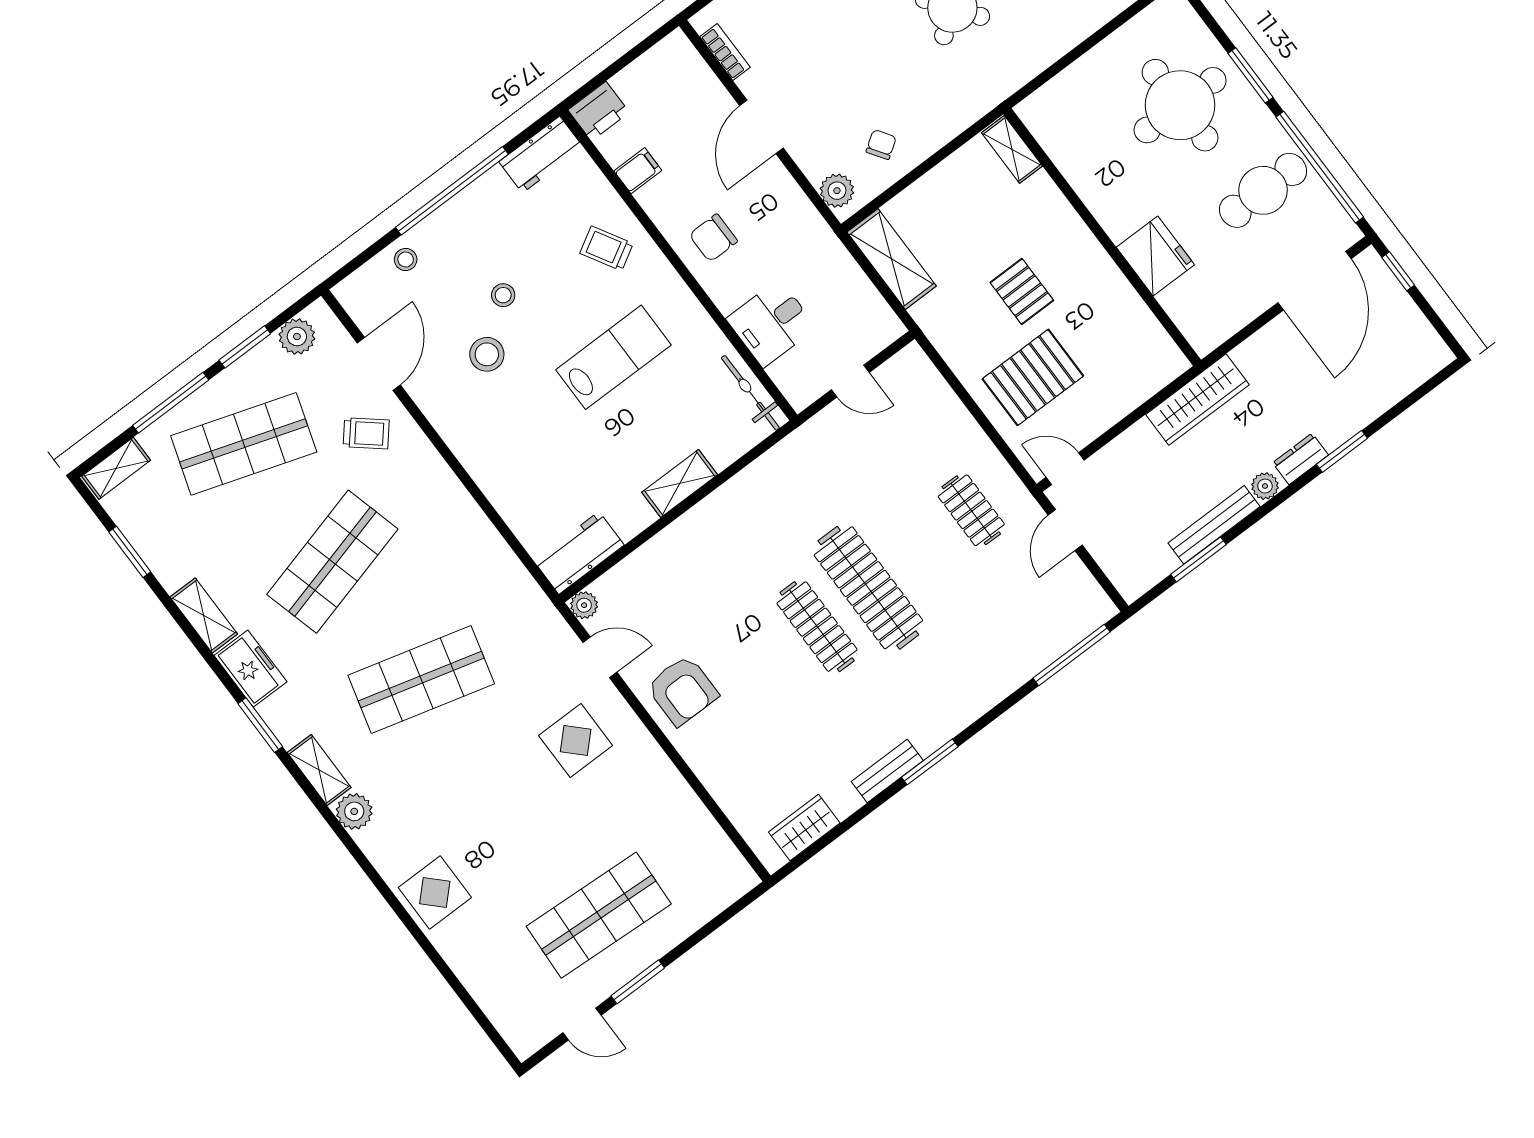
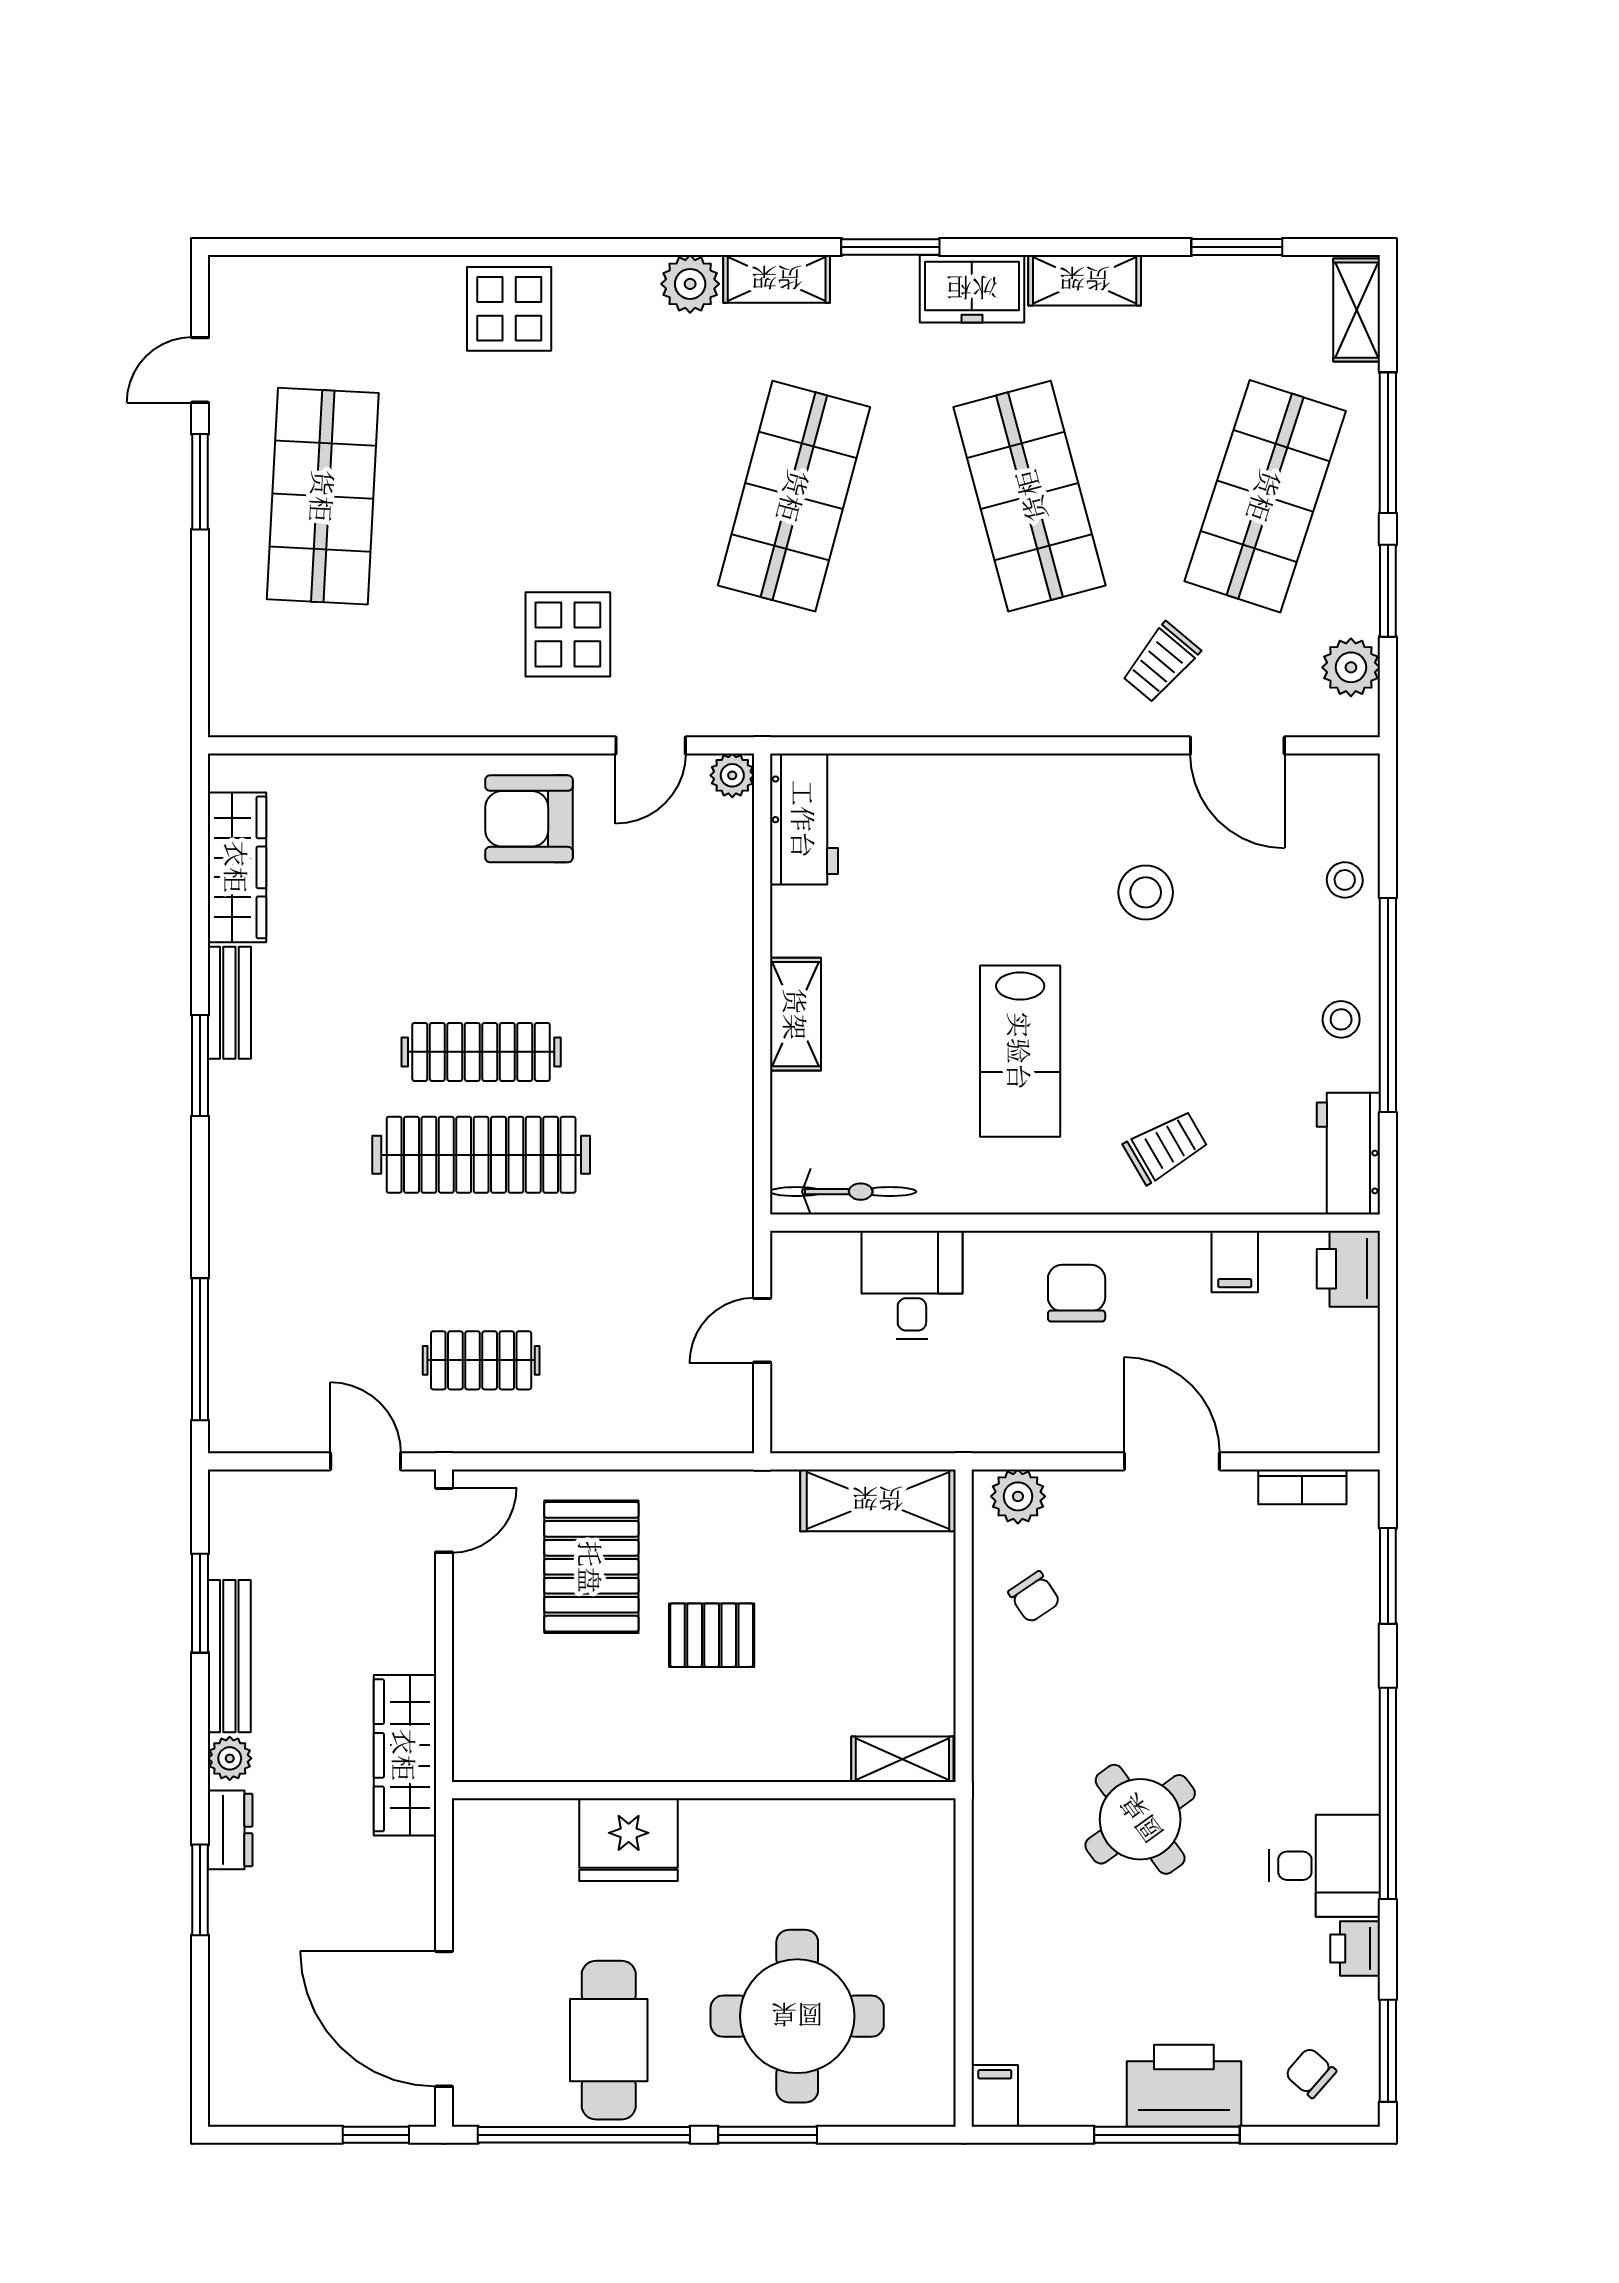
stool: (503, 295) -> (1341, 1019), moved
wardrobe: (804, 828) -> (237, 867), width x1.50

